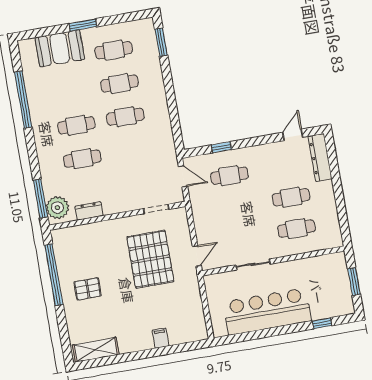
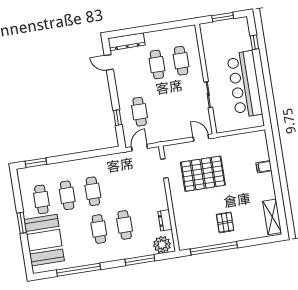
booth: (60, 48) -> (44, 240), width x1.36, depth x1.42
window: (40, 199) -> (140, 260), moved

